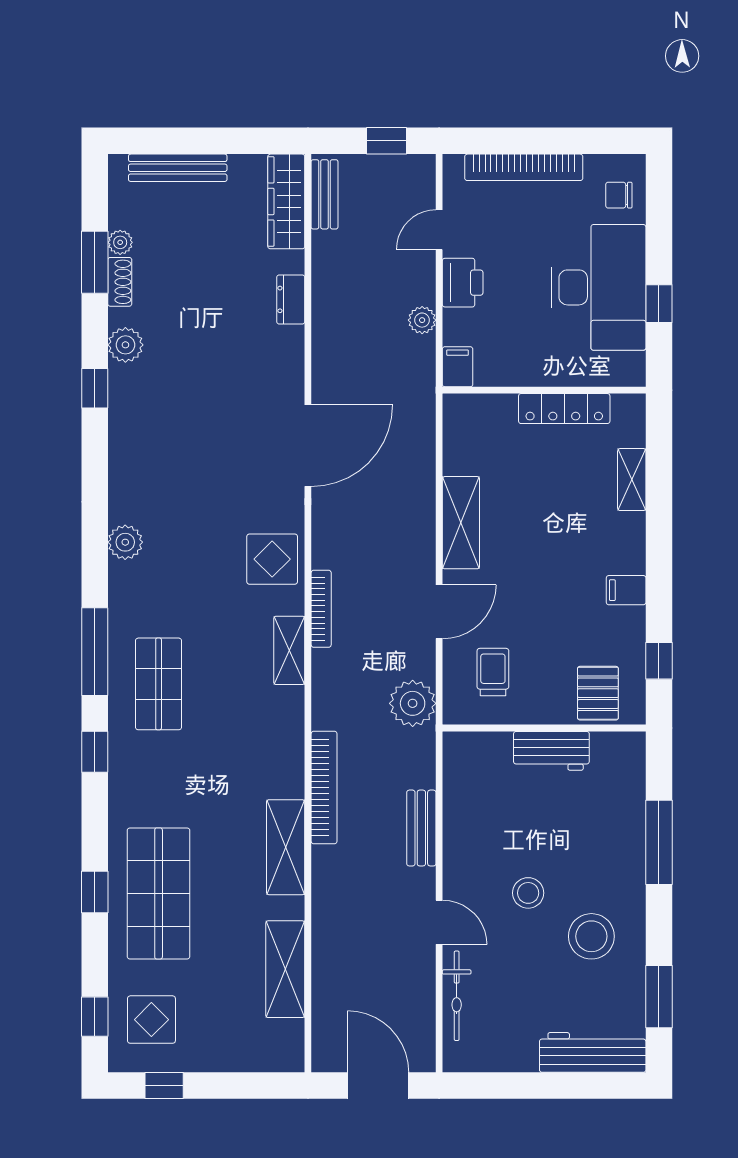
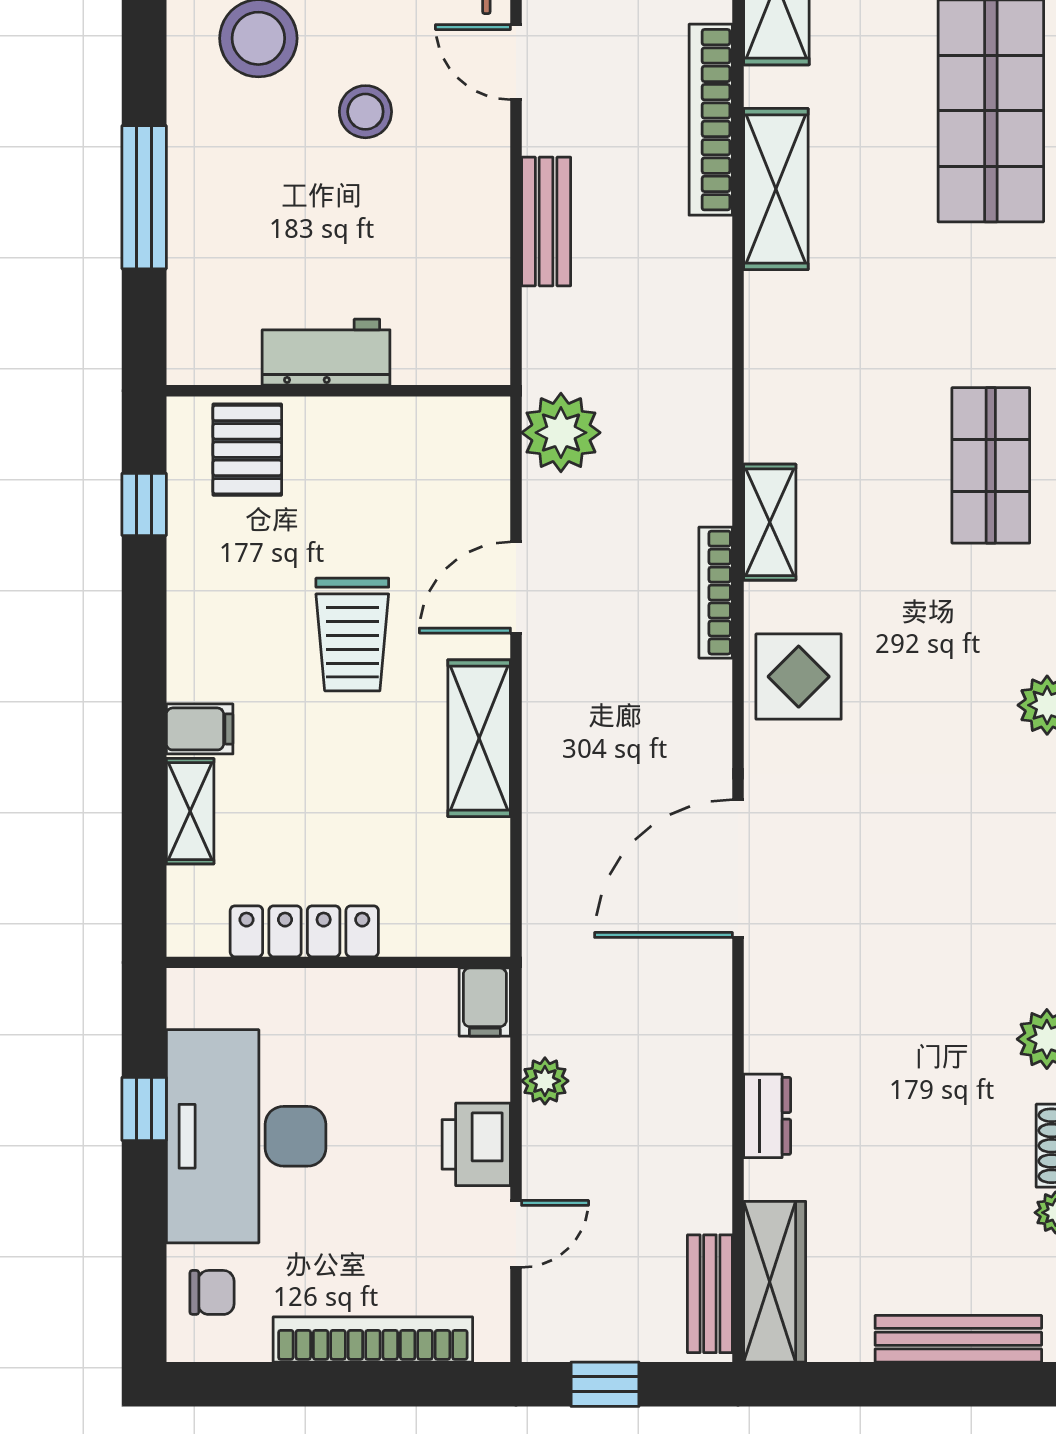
filing cabinet: (626, 590) -> (200, 729), moved
trolley: (493, 672) -> (352, 634), moved, width x1.36, depth x1.39
bookcase: (324, 788) -> (711, 120), moved

